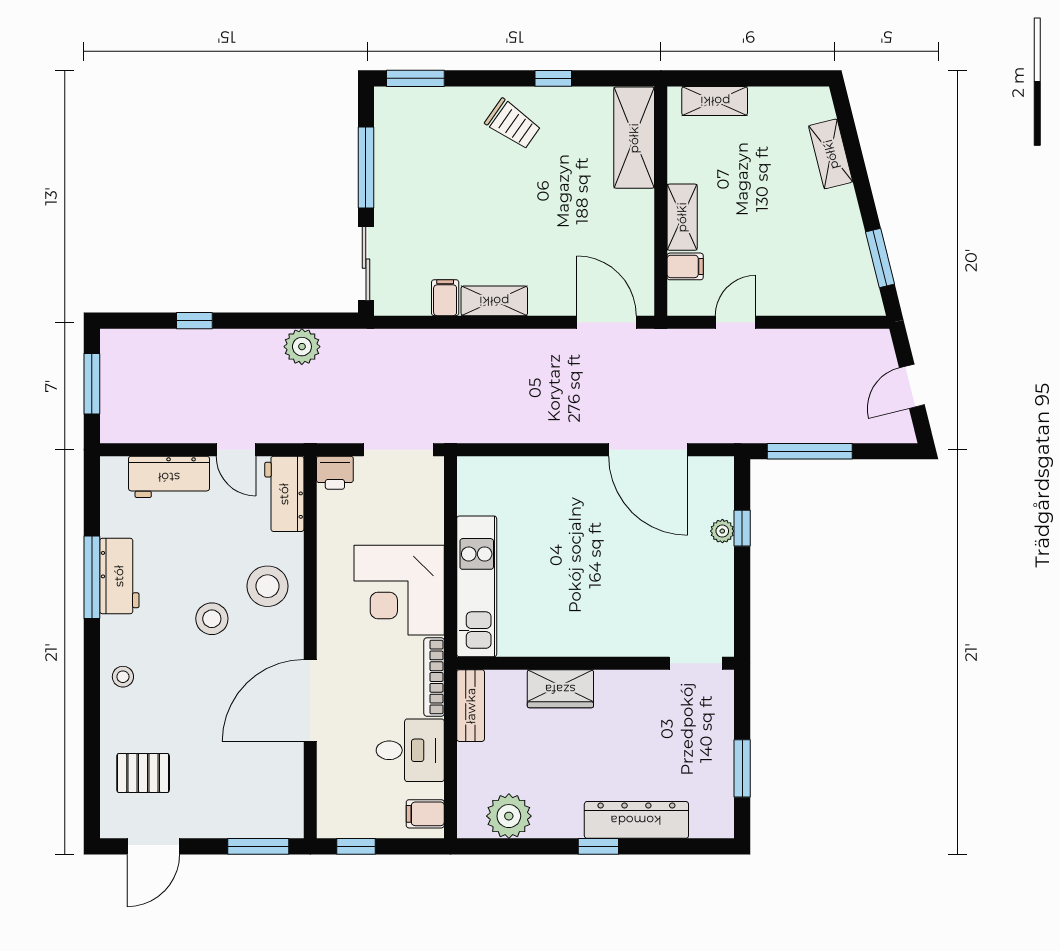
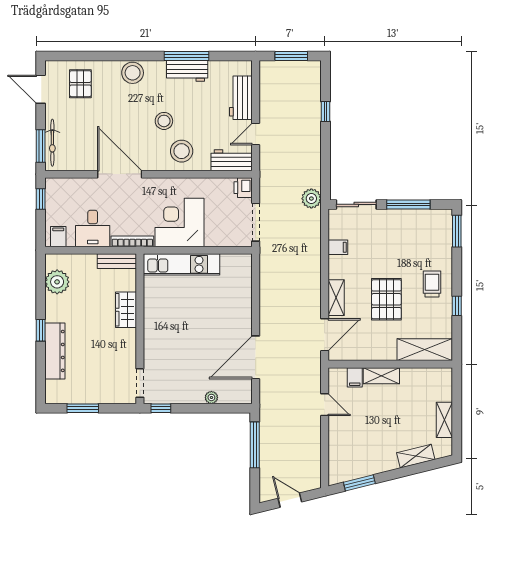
shelving: (715, 101) -> (444, 420), moved
trolley: (513, 124) -> (432, 284), turned 145
pallet: (541, 208) -> (386, 299), added
shelving: (494, 301) -> (336, 298), moved
plant: (302, 347) -> (311, 199), moved
window: (742, 528) -> (161, 408), moved
stool: (123, 677) -> (133, 73), width x1.89, depth x1.89
bicycle: (252, 825) -> (52, 143), added

